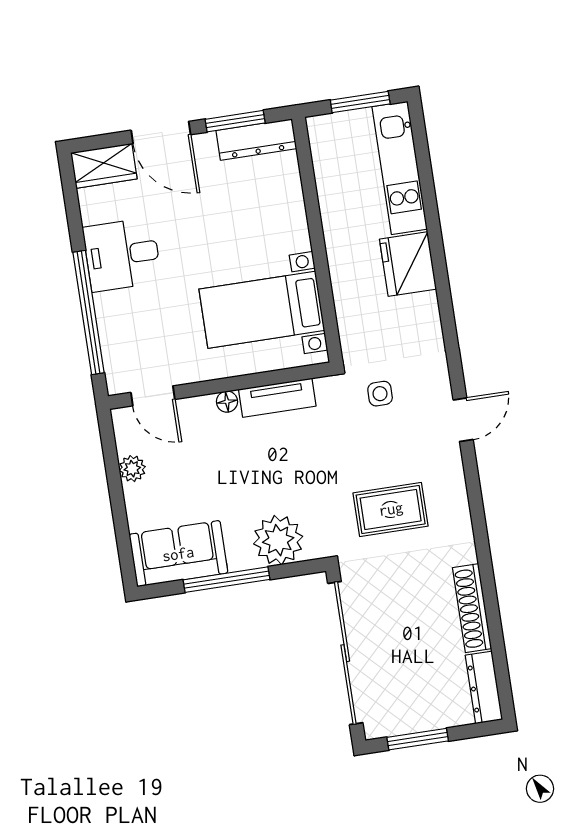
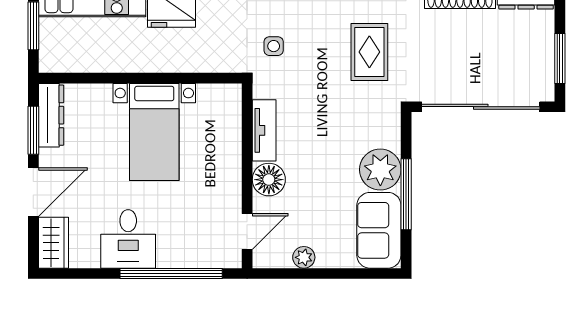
bed with nightstands: (262, 310) -> (154, 132), moved
floor lamp: (227, 402) -> (269, 180), width x1.89, depth x1.89
plant: (278, 540) -> (380, 170), moved

